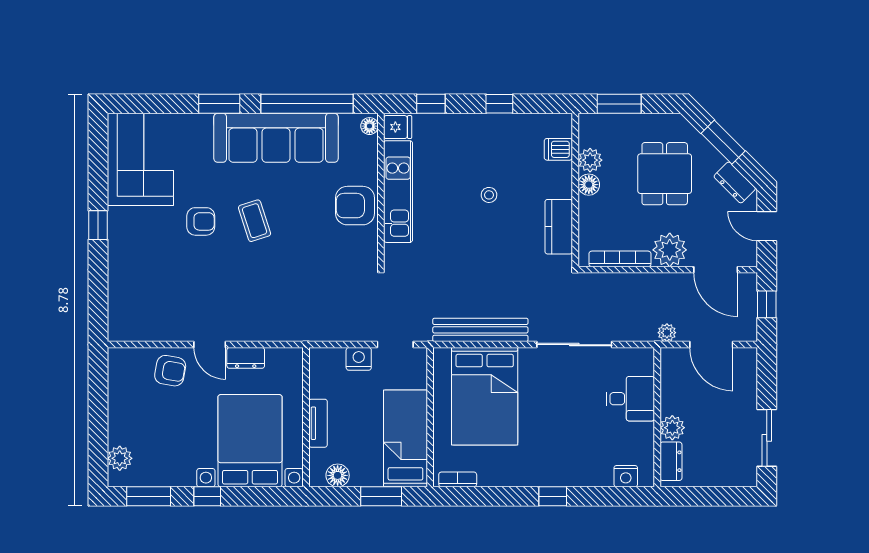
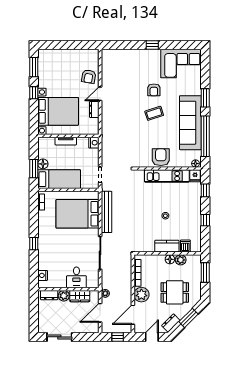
kitchen counter: (559, 227) -> (167, 246), moved
nightstand: (359, 359) -> (94, 143), moved
wardrobe: (673, 391) -> (80, 296), added
plant: (120, 458) -> (50, 54), removed
floor lamp: (338, 475) -> (43, 164), moved

